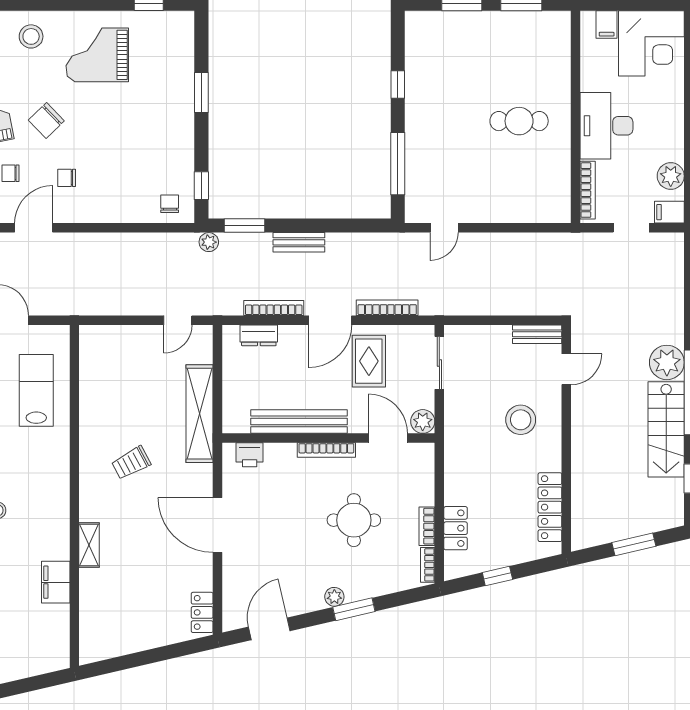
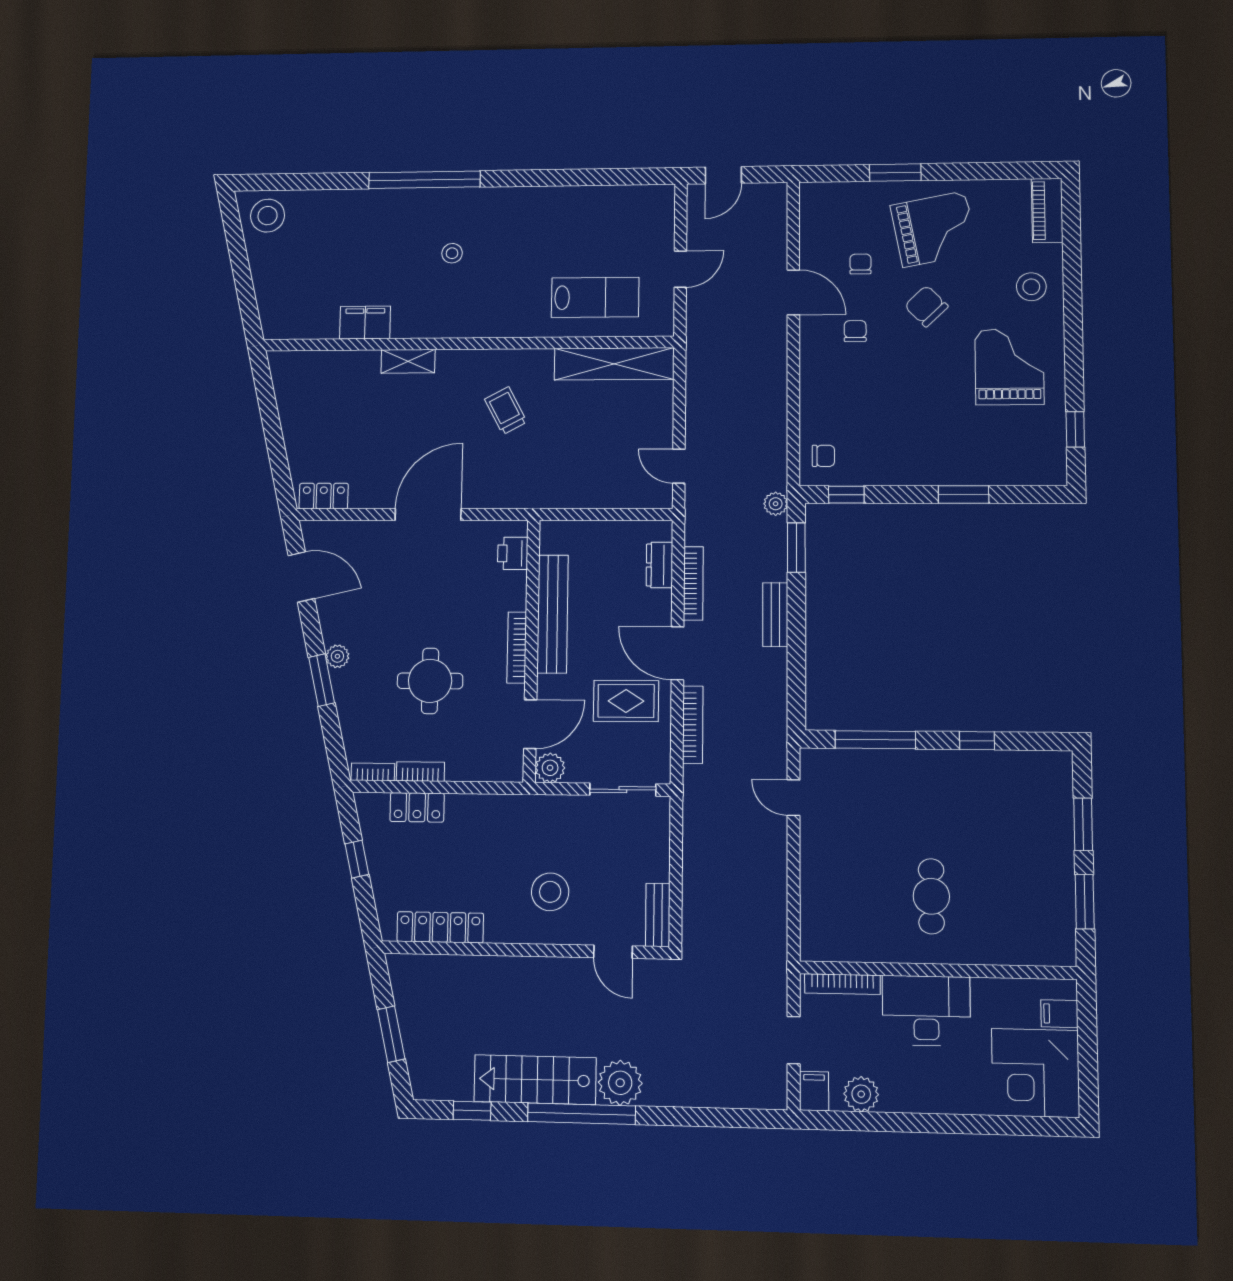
shelving: (200, 414) -> (614, 364), moved

